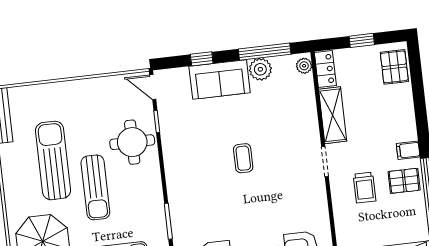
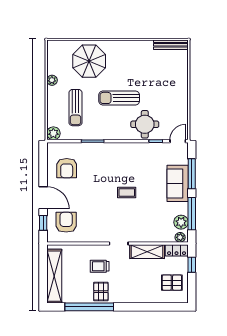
window: (362, 40) -> (192, 265), moved
window: (202, 59) -> (192, 174), width x2.17
pallet: (394, 67) -> (172, 283), moved
plant: (260, 69) -> (181, 222), moved
filing cabinet: (408, 150) -> (120, 296), removed
sun lounger: (53, 160) -> (139, 73), removed

